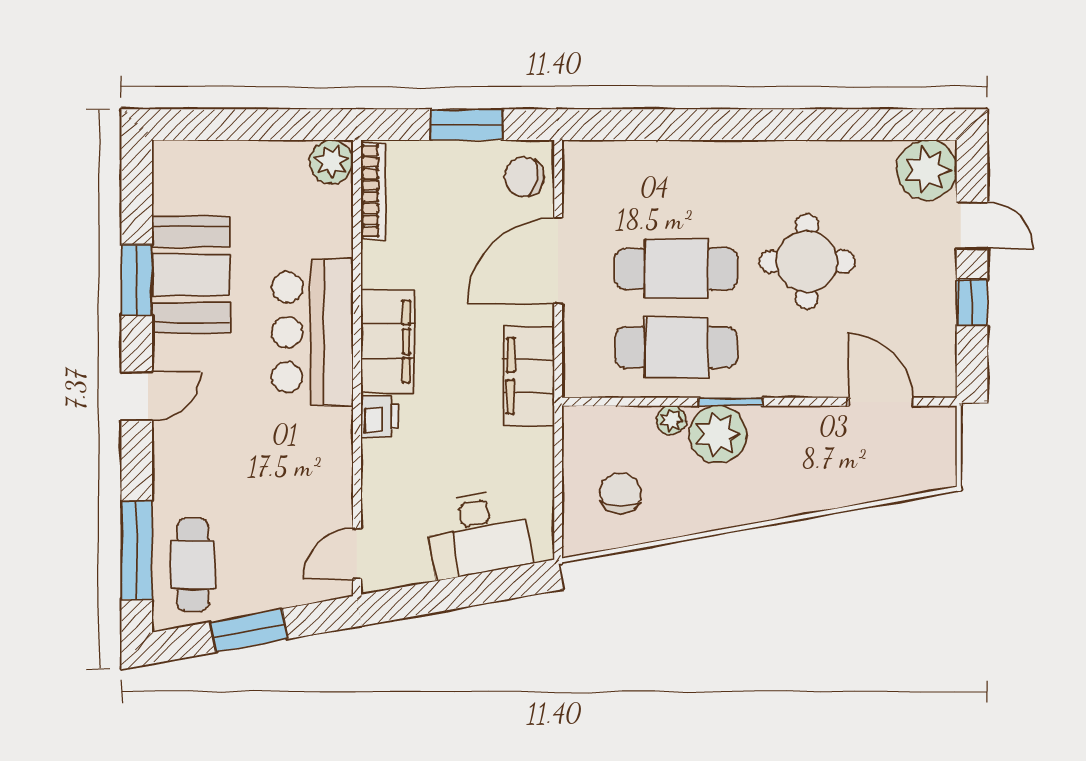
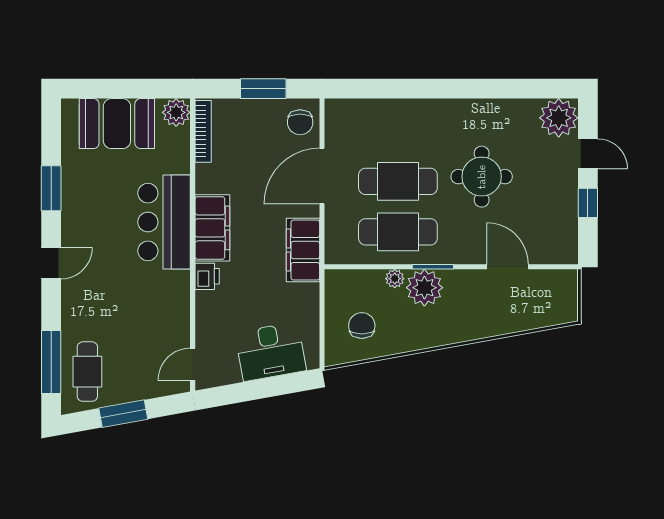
chair: (524, 177) -> (300, 122), turned -98
booth: (191, 275) -> (117, 124), moved, turned 90
door: (881, 402) -> (508, 267), moved

